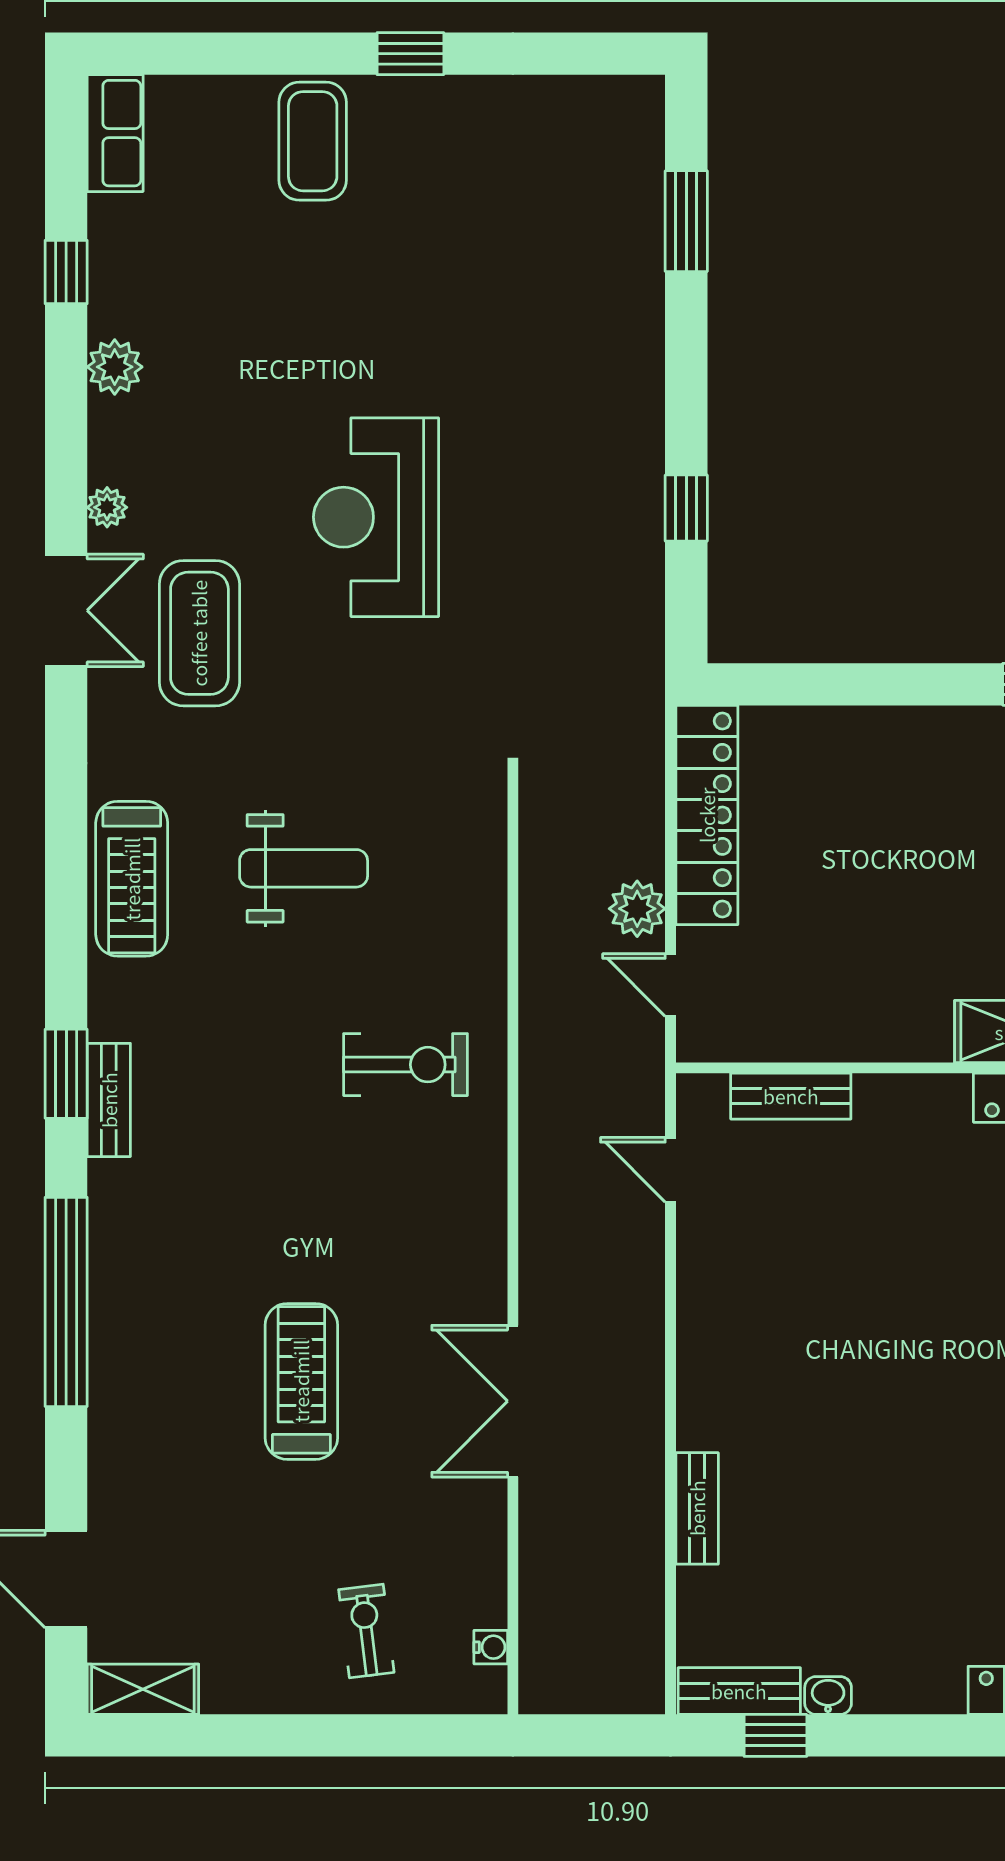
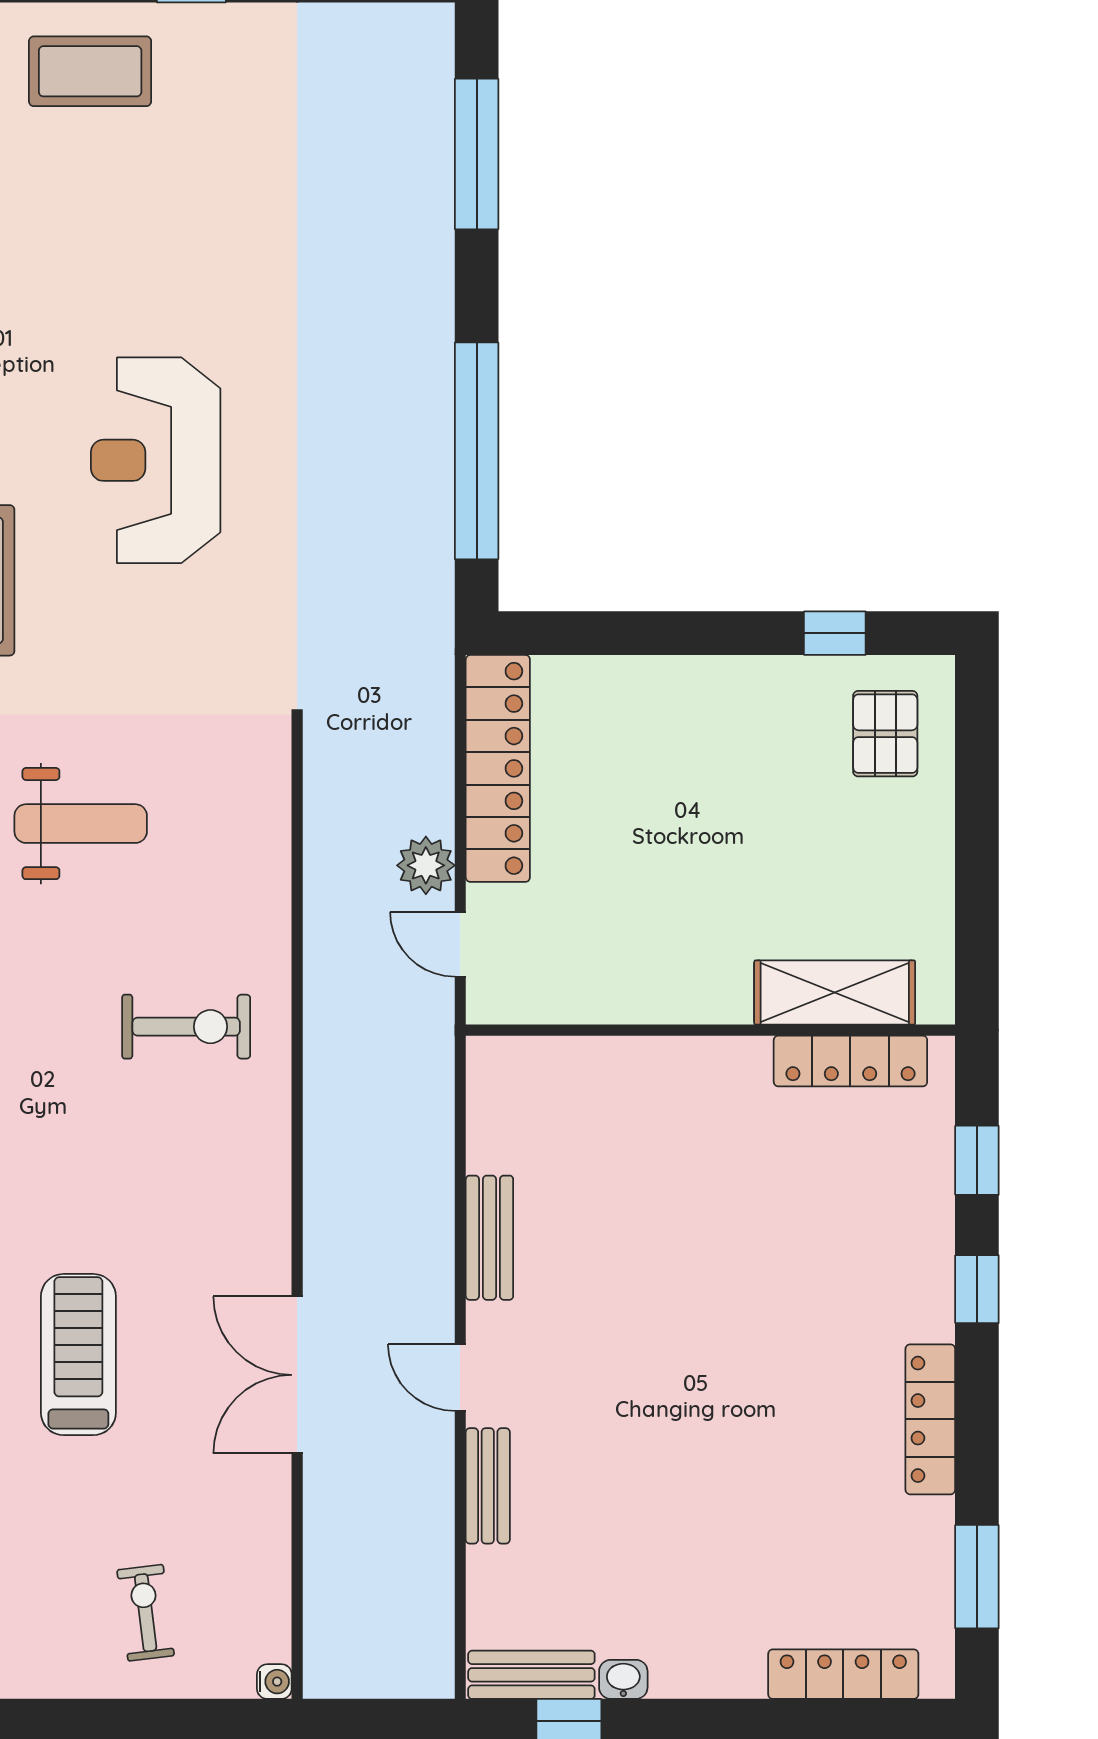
coffee table: (313, 141) -> (90, 71), turned 90
window: (686, 221) -> (477, 154), width x1.44
window: (686, 508) -> (477, 451), width x3.17
bench: (791, 1096) -> (489, 1238), moved, turned 90
door: (671, 1170) -> (460, 1377), moved
water cooler: (491, 1647) -> (274, 1682), moved

